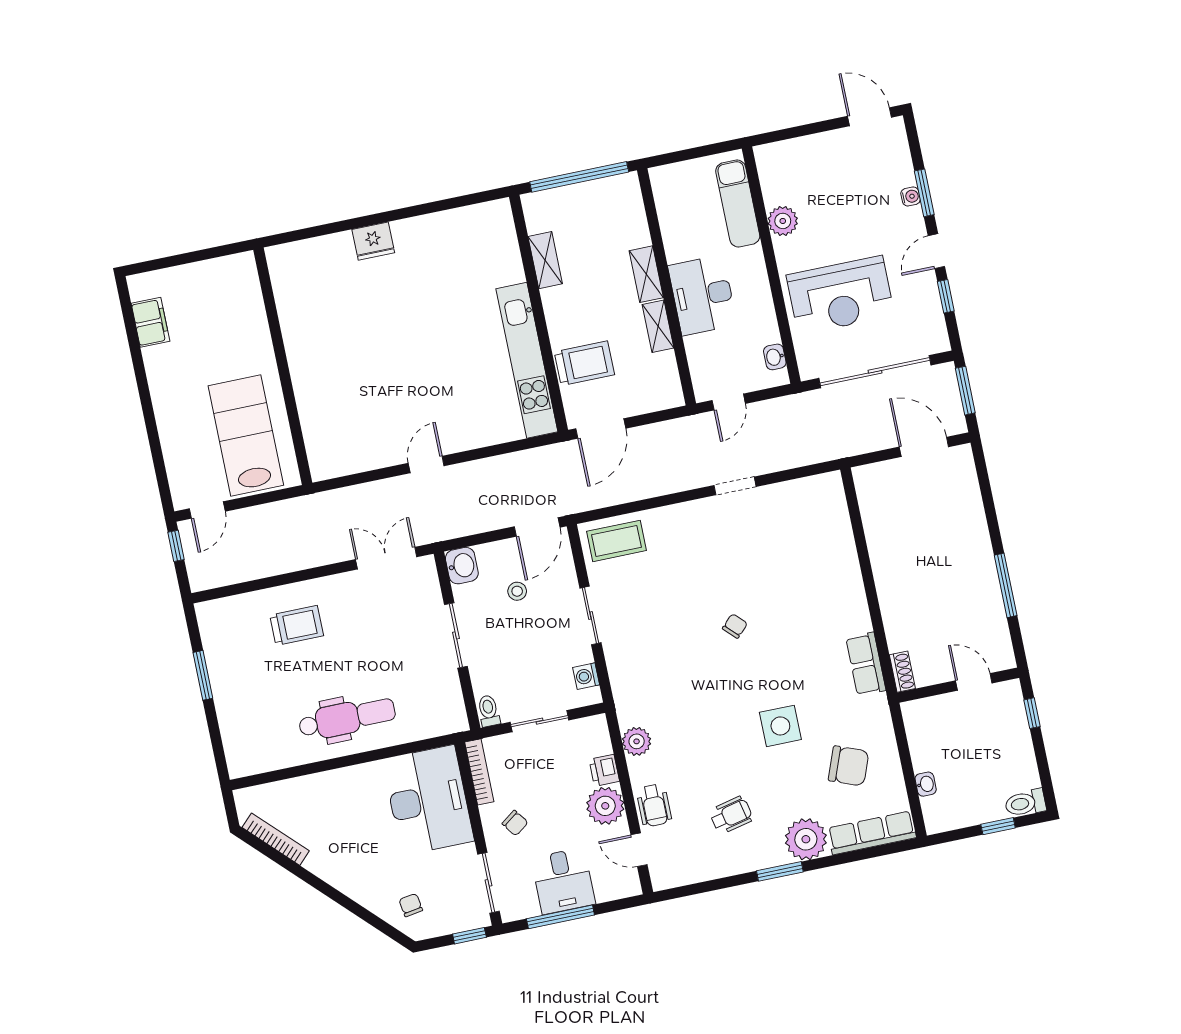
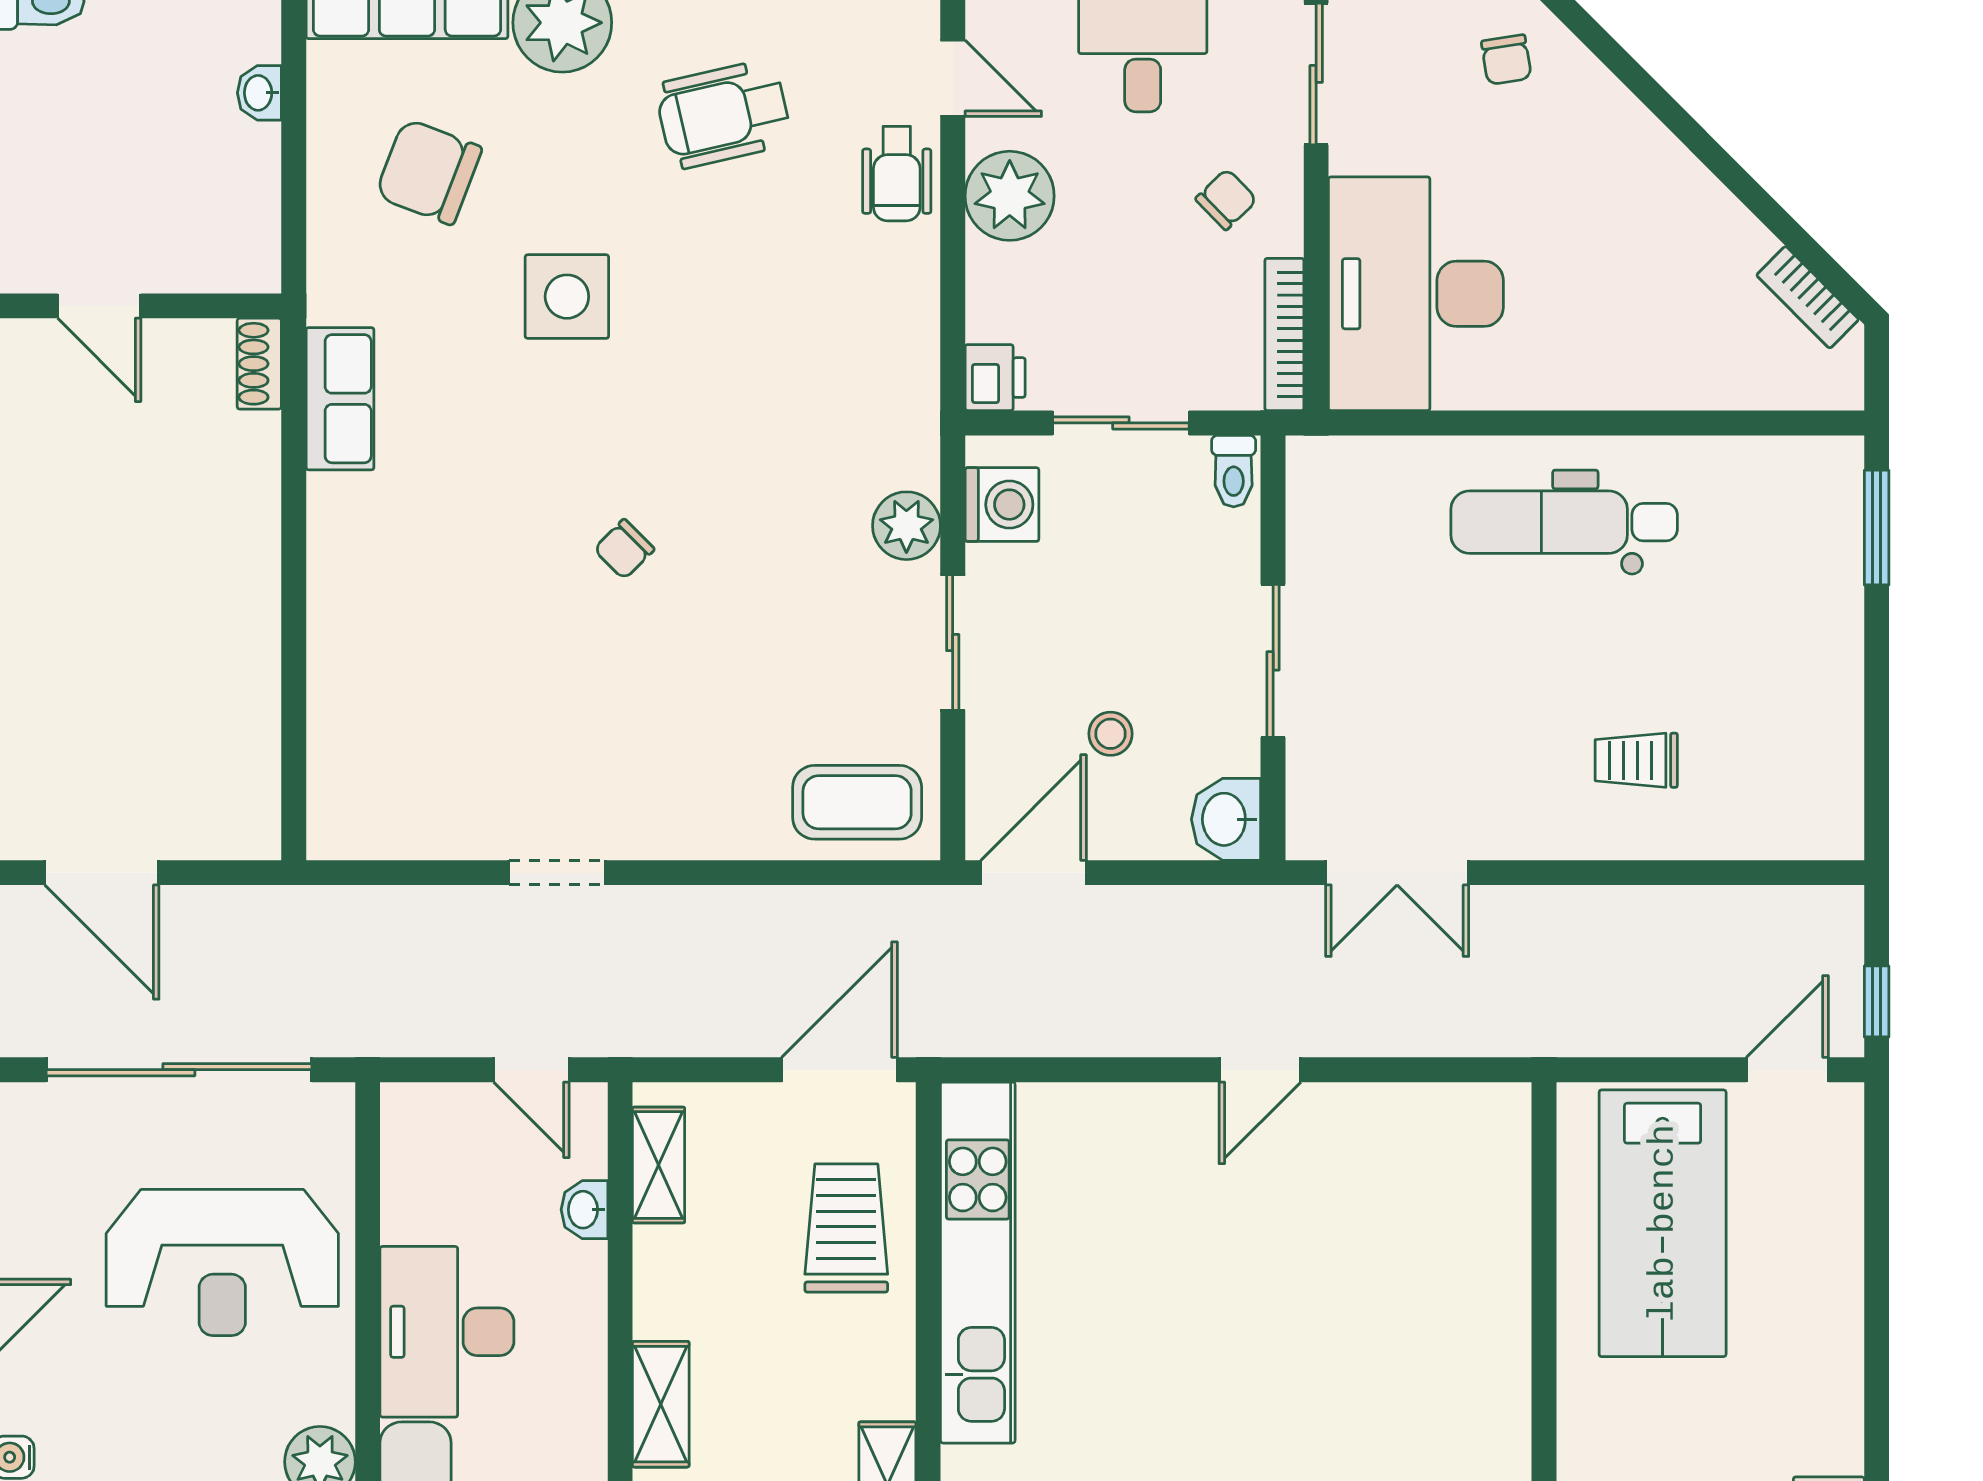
desk: (702, 295) -> (447, 1332), moved, turned 180
reception desk: (840, 295) -> (222, 1263), turned 180
shelving: (658, 326) -> (659, 1165), moved
washbasin: (775, 357) -> (584, 1210), moved, turned 180
trolley: (584, 363) -> (846, 1228), turned 90
door: (729, 402) -> (531, 1070), swing flipped
trolley: (297, 625) -> (1636, 760), width x0.73, depth x0.72
window: (203, 675) -> (1877, 528), moved
washing machine: (586, 676) -> (1002, 505), width x1.38, depth x1.38
plant: (637, 741) -> (906, 526), moved
printer: (604, 770) -> (995, 378), moved
wheelchair: (654, 805) -> (897, 174), turned 180
wheelchair: (731, 815) -> (723, 114), width x1.36, depth x1.37
chair: (515, 823) -> (1226, 199), turned 82
bookcase: (276, 839) -> (1808, 297), width x0.64

